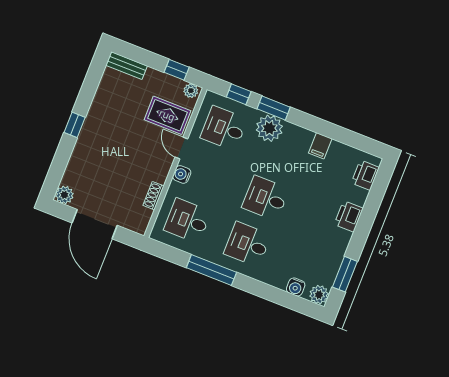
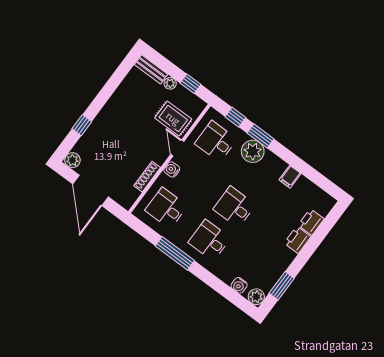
plant: (191, 91) -> (170, 83), moved
window: (75, 125) -> (82, 125), moved
printer: (365, 175) -> (311, 222), moved
shoe rack: (154, 196) -> (147, 177), width x1.43

